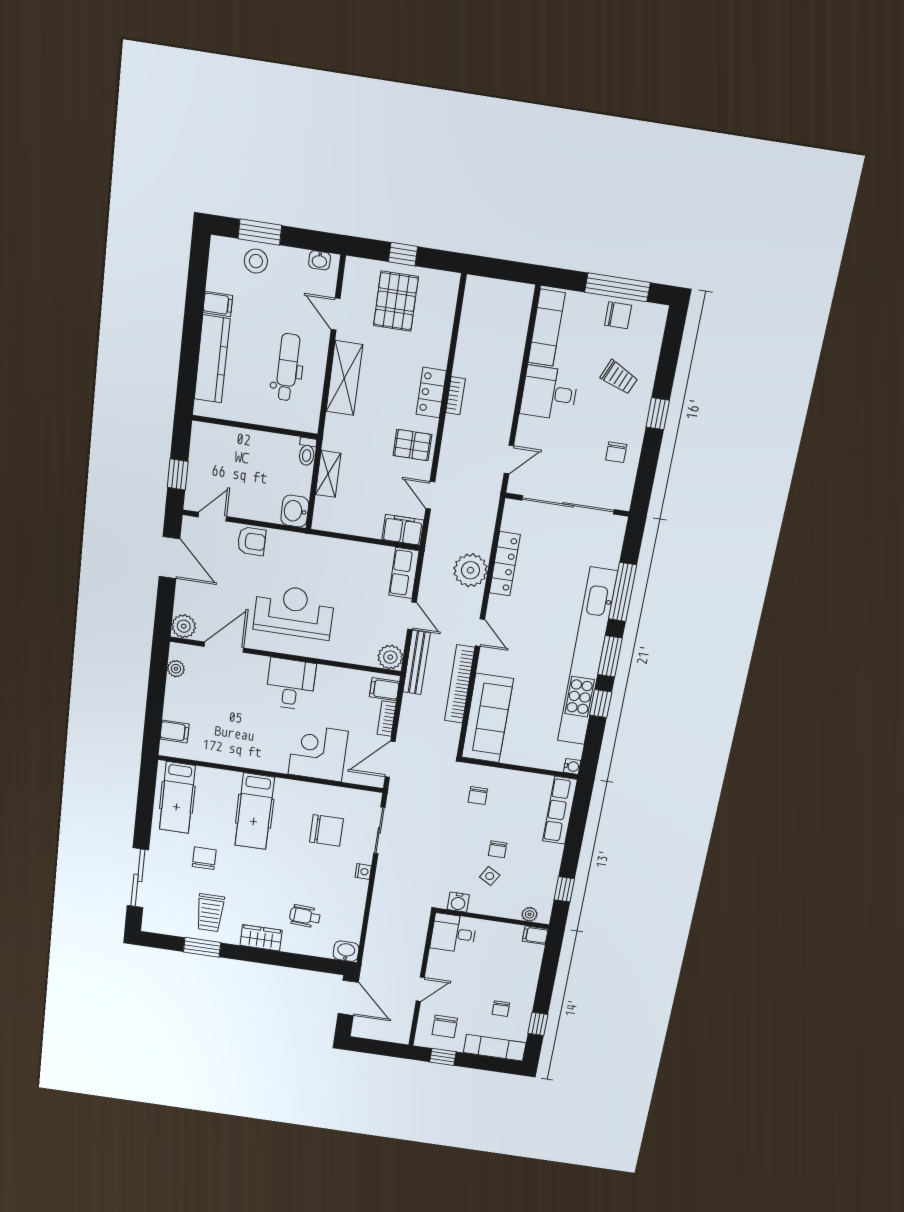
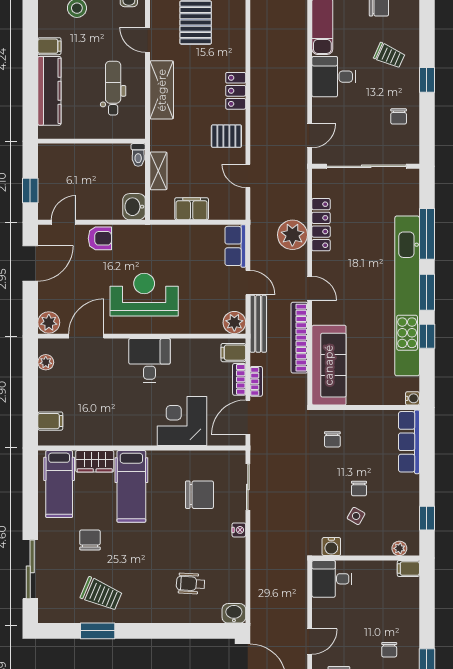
bookcase: (455, 396) -> (256, 381), moved
filing cabinet: (403, 530) -> (192, 209), moved
door: (169, 558) -> (30, 263), hinge flipped
trolley: (210, 913) -> (101, 594), turned -67
wardrobe: (261, 938) -> (95, 461), moved, turned 180

